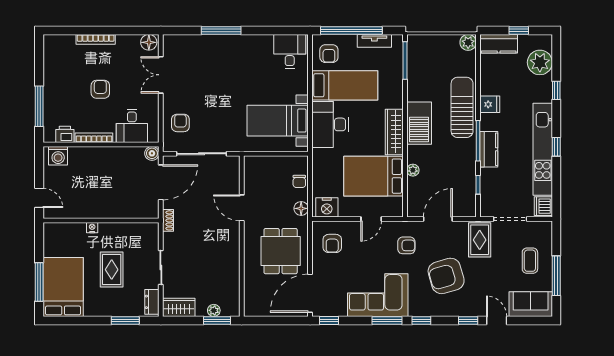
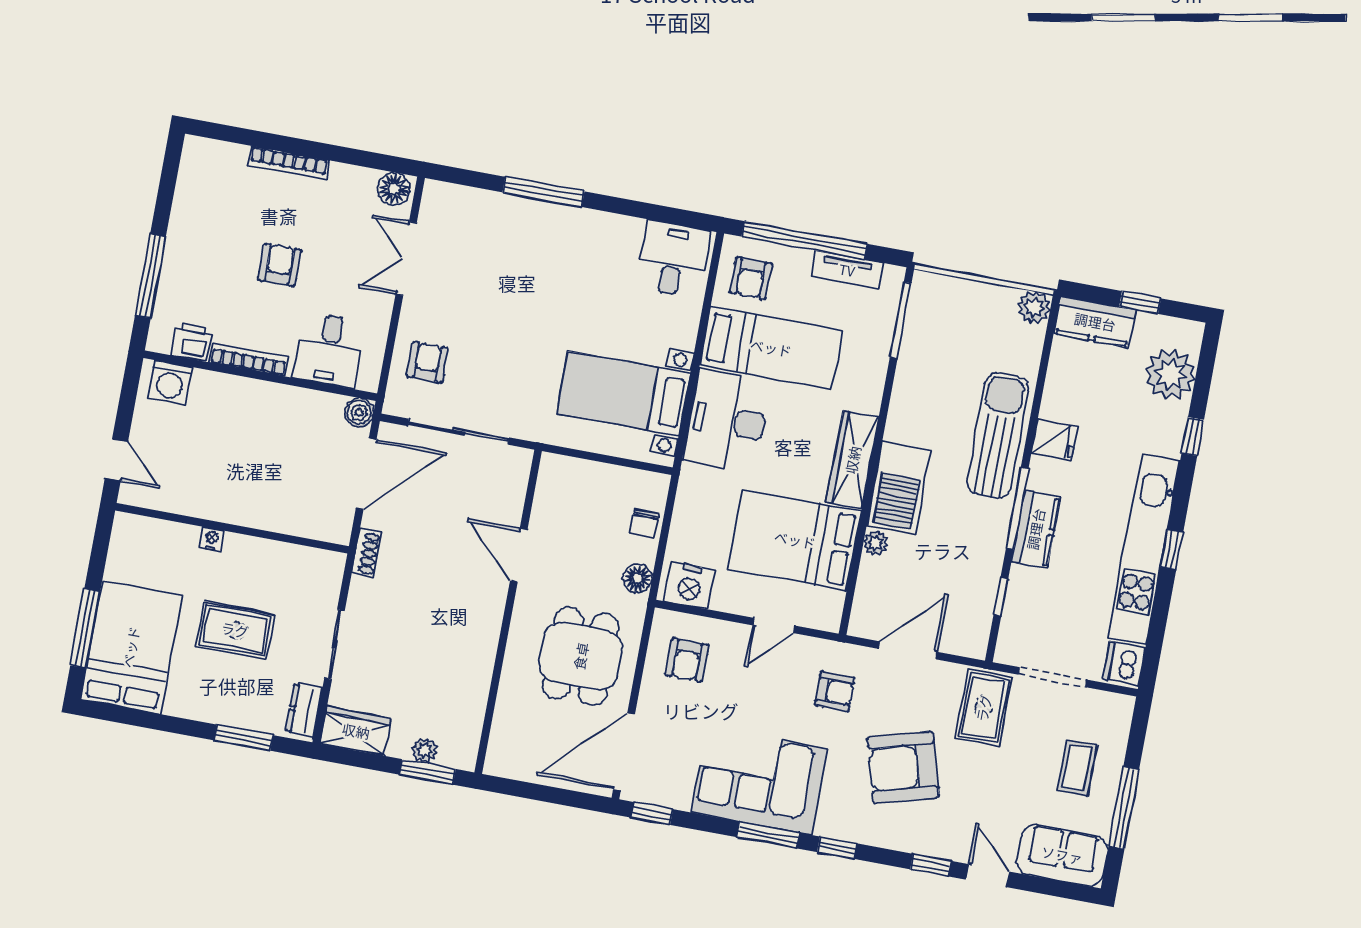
barbecue: (419, 123) -> (899, 488), moved
rug: (112, 270) -> (235, 630), turned 90

